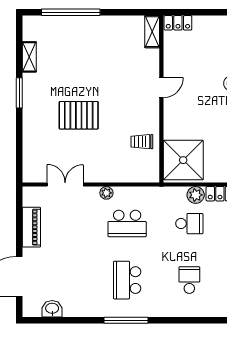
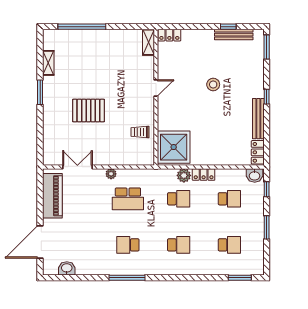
piano: (31, 227) -> (52, 196), width x1.37, depth x1.33
school desk: (127, 280) -> (128, 245), width x0.54
school desk: (189, 280) -> (179, 245), turned 90

